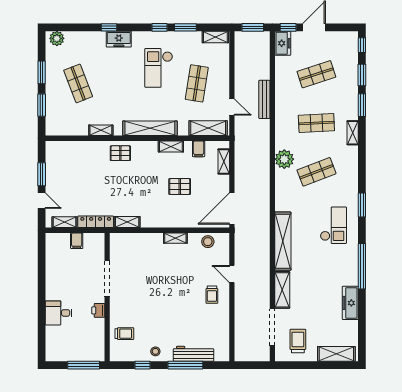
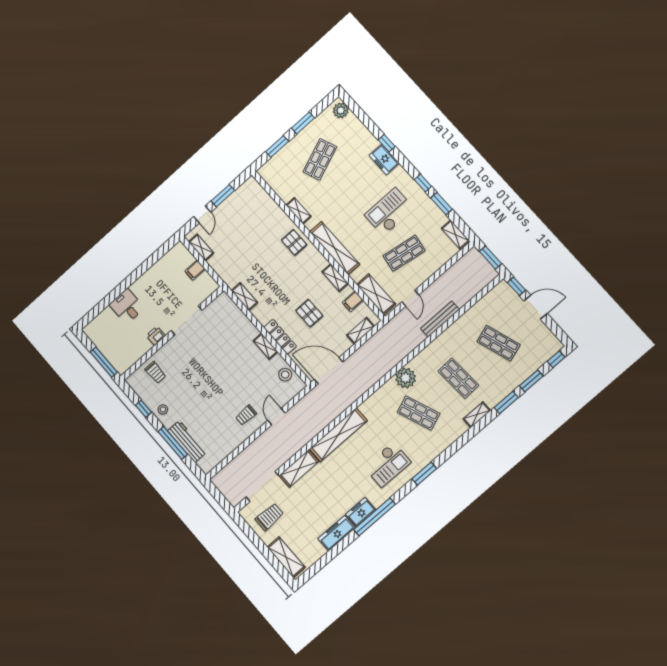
freezer: (283, 43) -> (361, 512), moved, turned 180
locker: (96, 222) -> (280, 337), moved

